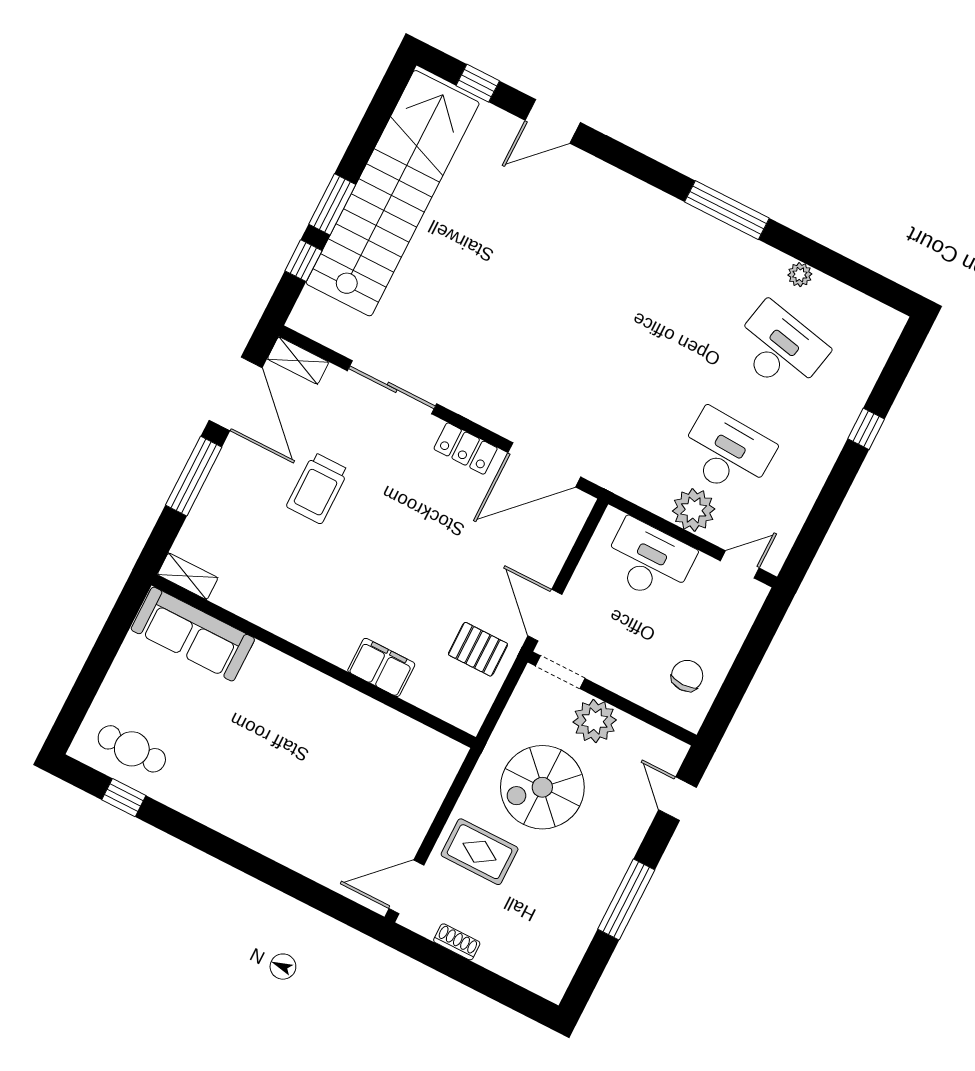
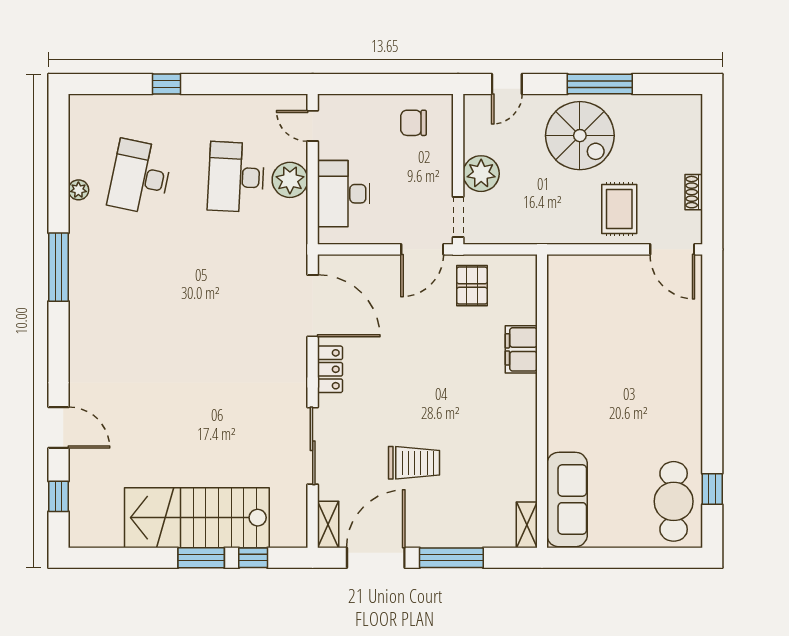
stairs: (393, 193) -> (197, 518), width x0.73
cafe table: (132, 749) -> (674, 501), width x1.37, depth x1.35
spiral stairs: (542, 787) -> (580, 136), moved

